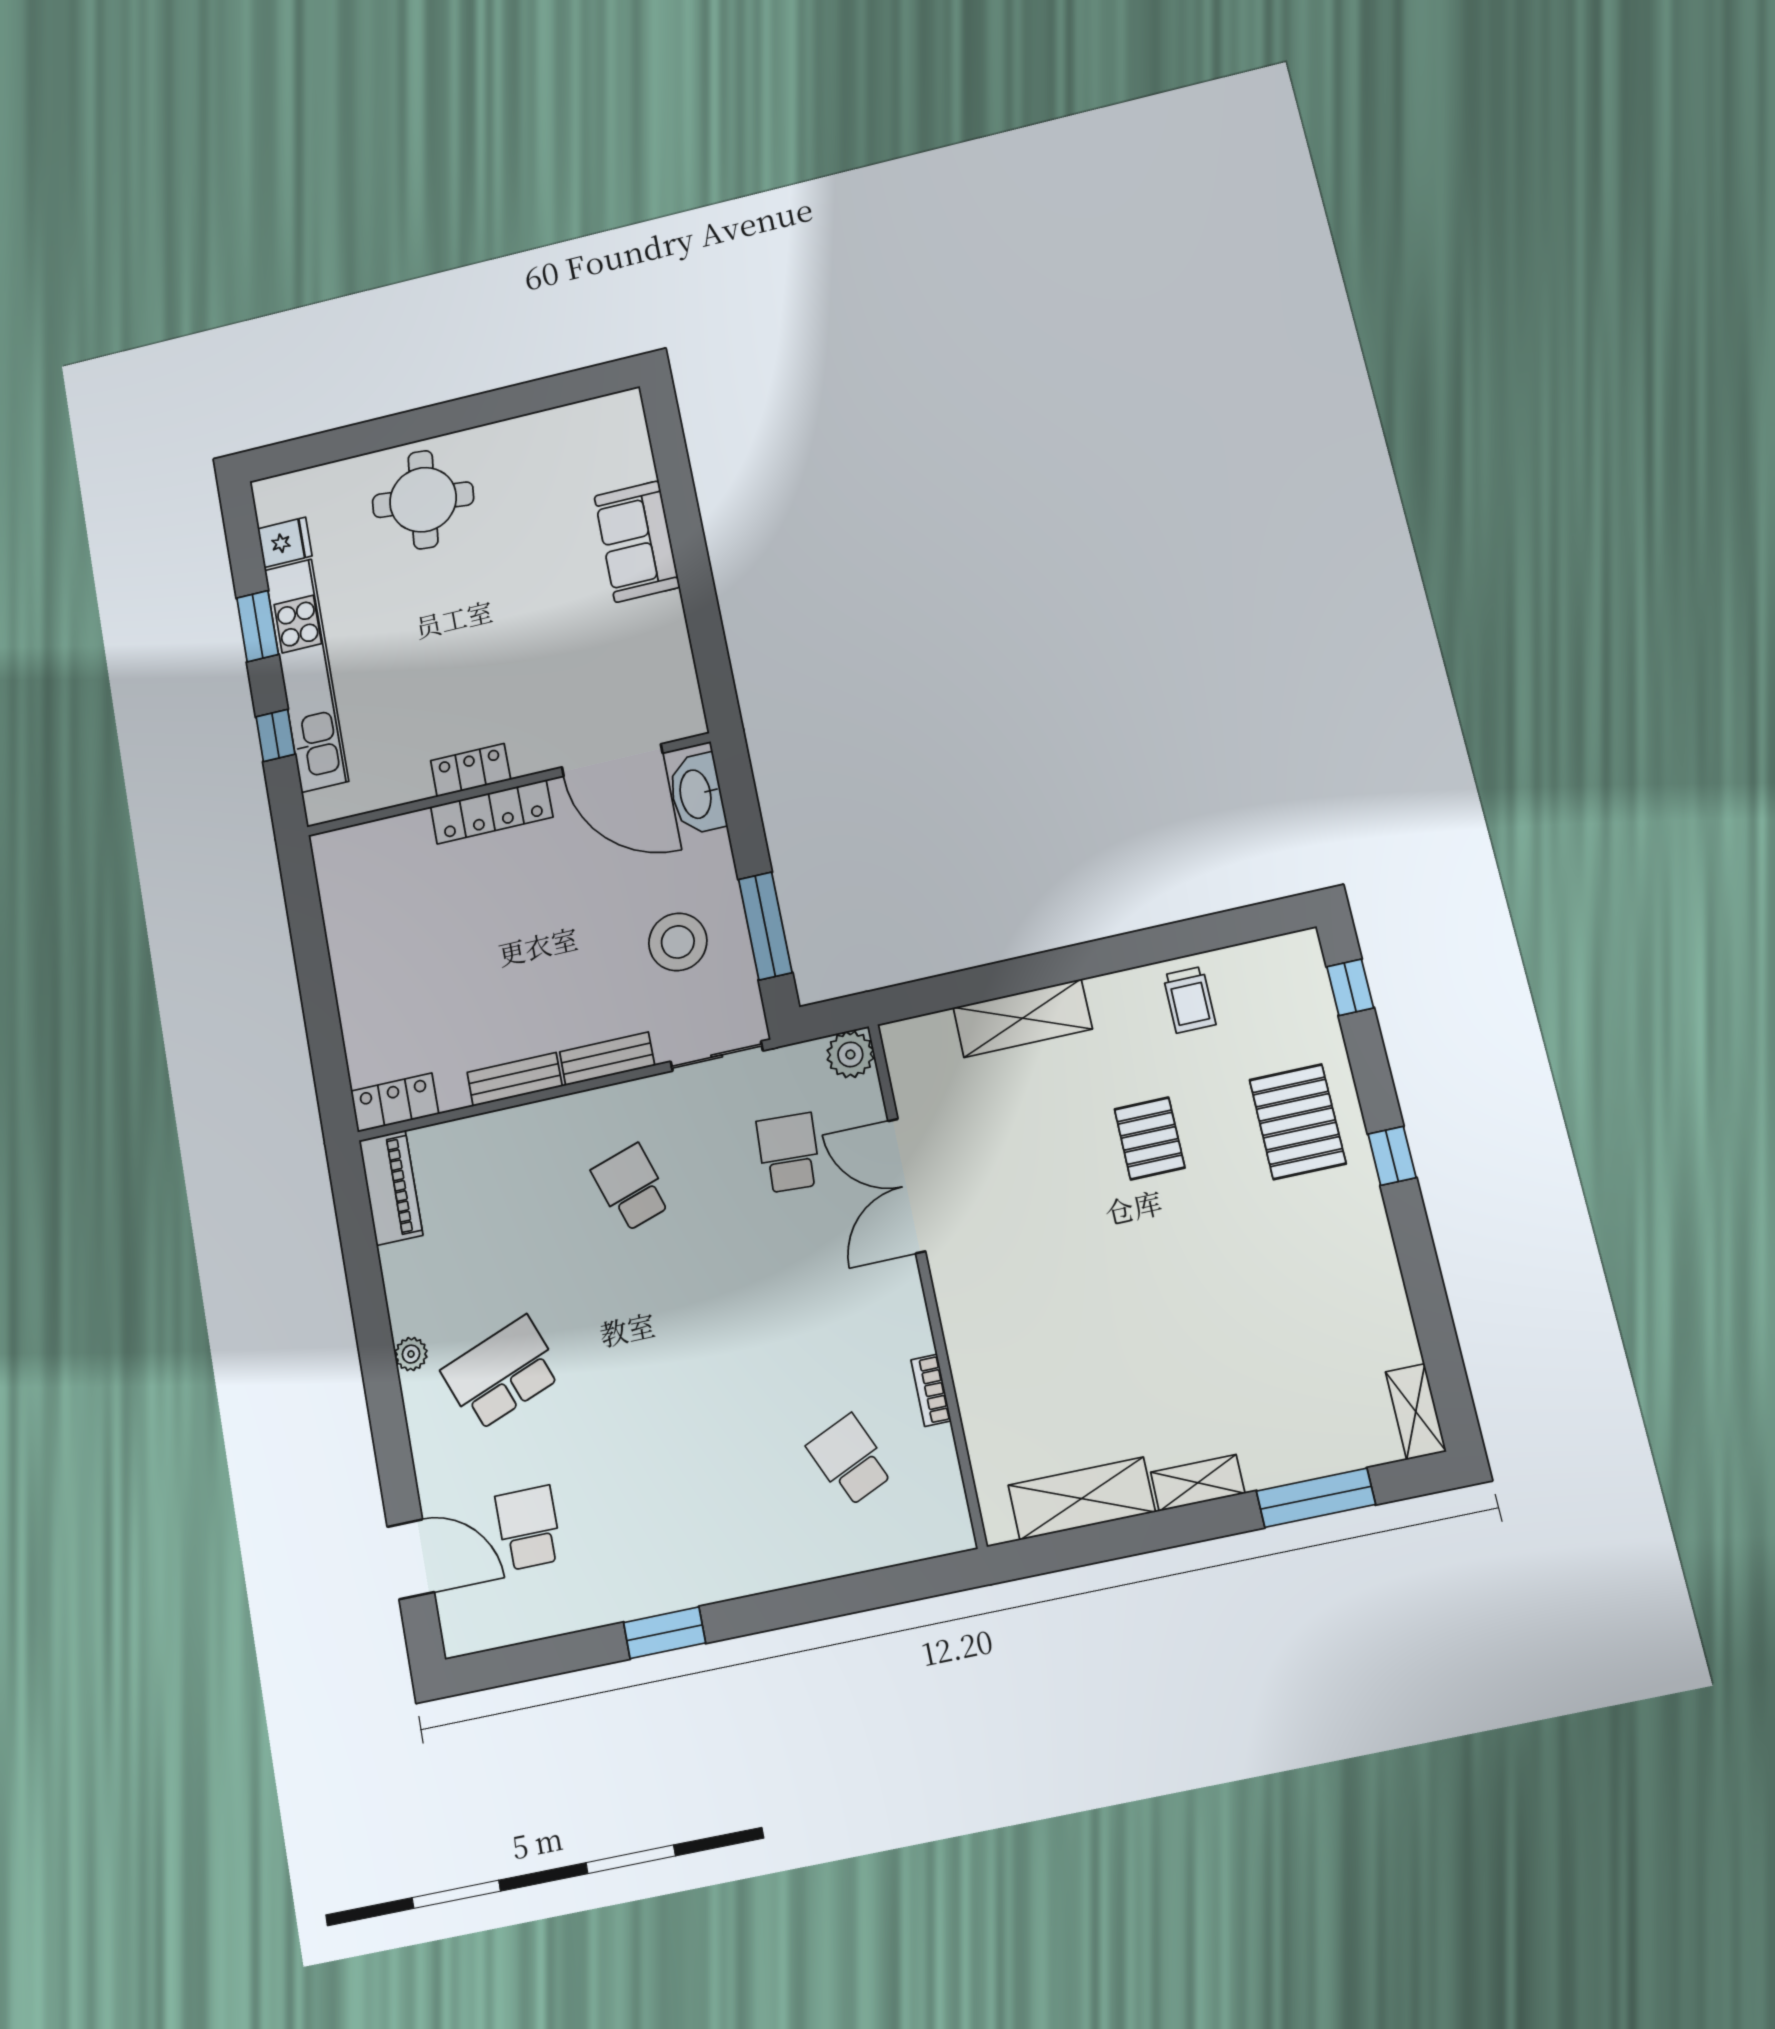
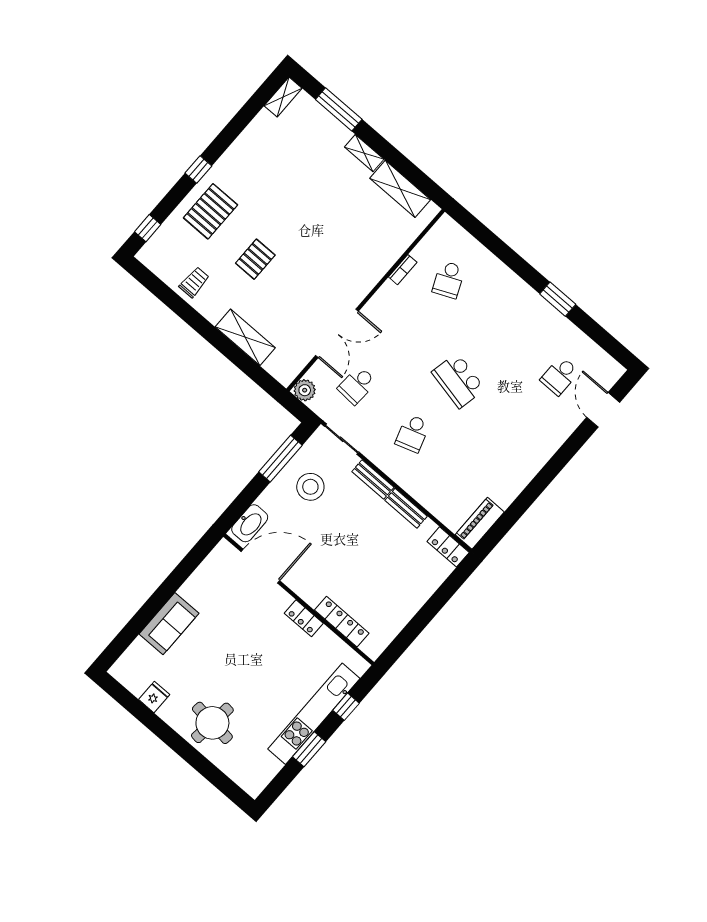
fridge: (285, 542) -> (154, 697), moved, turned 90
door: (612, 760) -> (260, 566), hinge flipped
locker: (492, 812) -> (342, 622), moved
plant: (411, 1354) -> (533, 468), removed
school desk: (502, 1373) -> (458, 381), moved, turned 33

